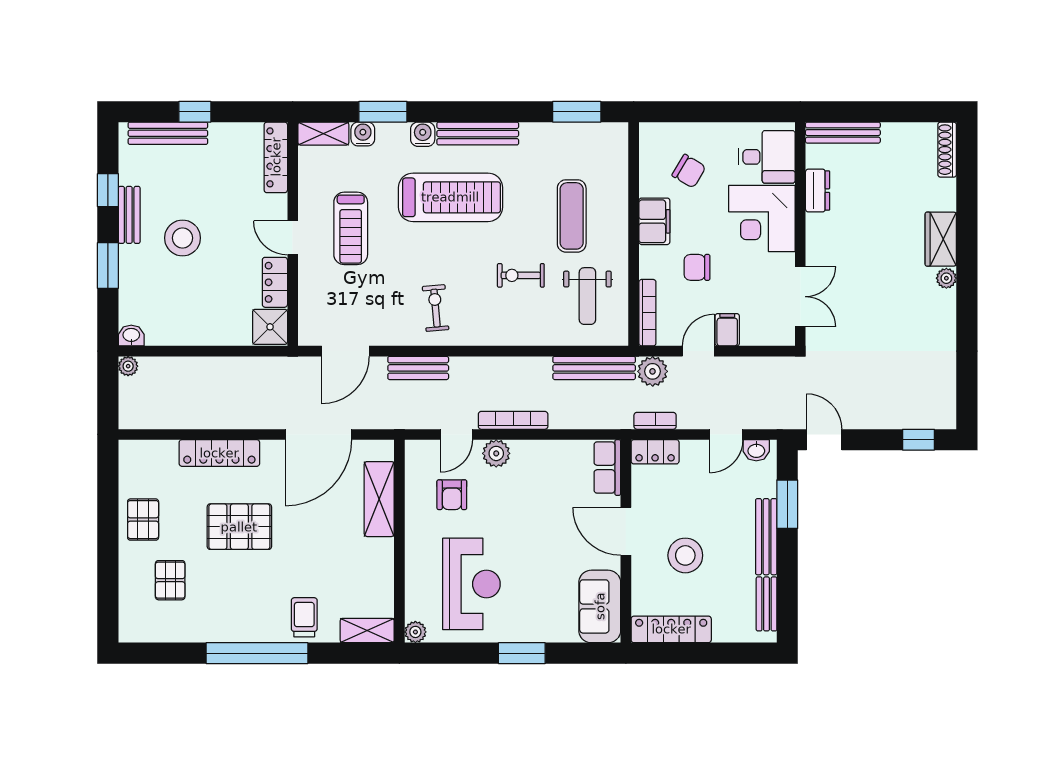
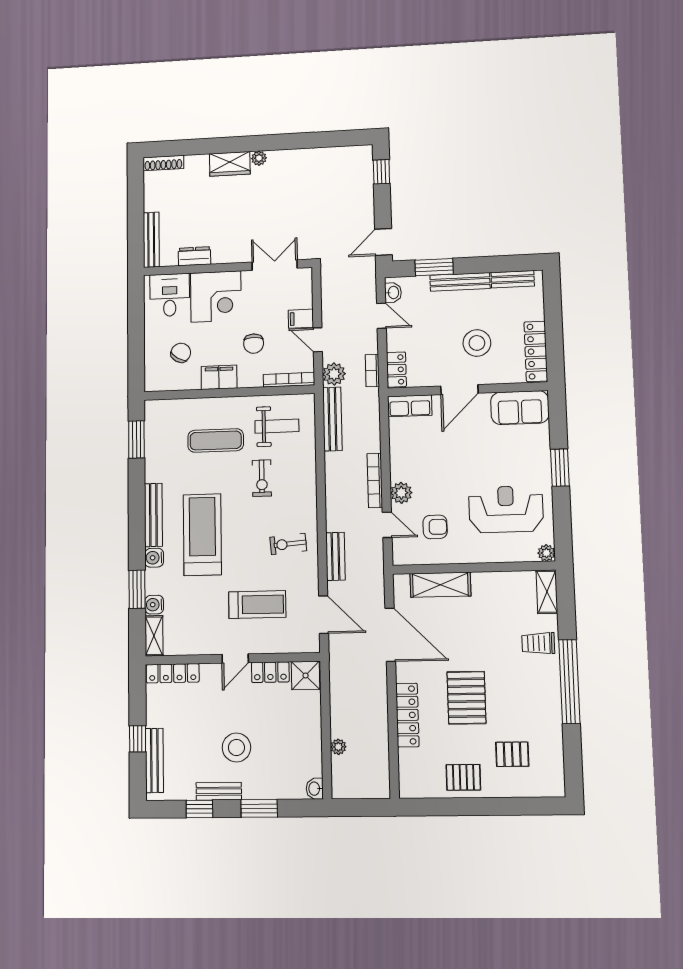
treadmill: (351, 228) -> (257, 605), moved
plant: (128, 366) -> (338, 747), moved

